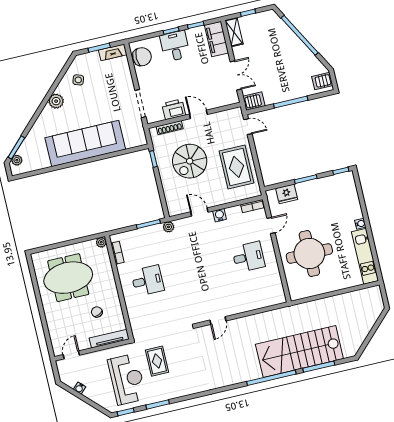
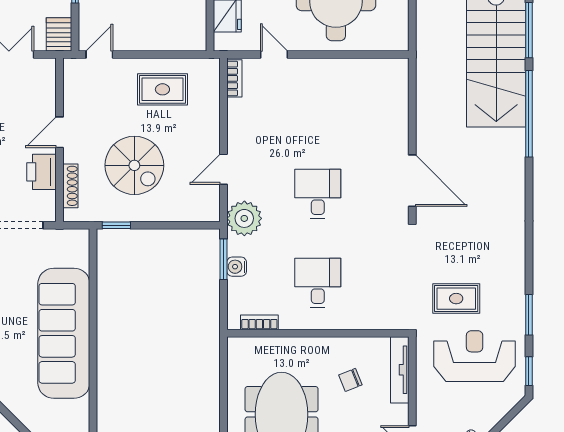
rug: (236, 167) -> (162, 89), width x0.73, depth x0.70
water cooler: (220, 215) -> (237, 267), moved
plant: (169, 227) -> (244, 218), width x1.87, depth x1.87
plant: (101, 242) -> (235, 345), removed
desk: (248, 257) -> (318, 194), moved
door: (218, 320) -> (412, 181), width x1.87

